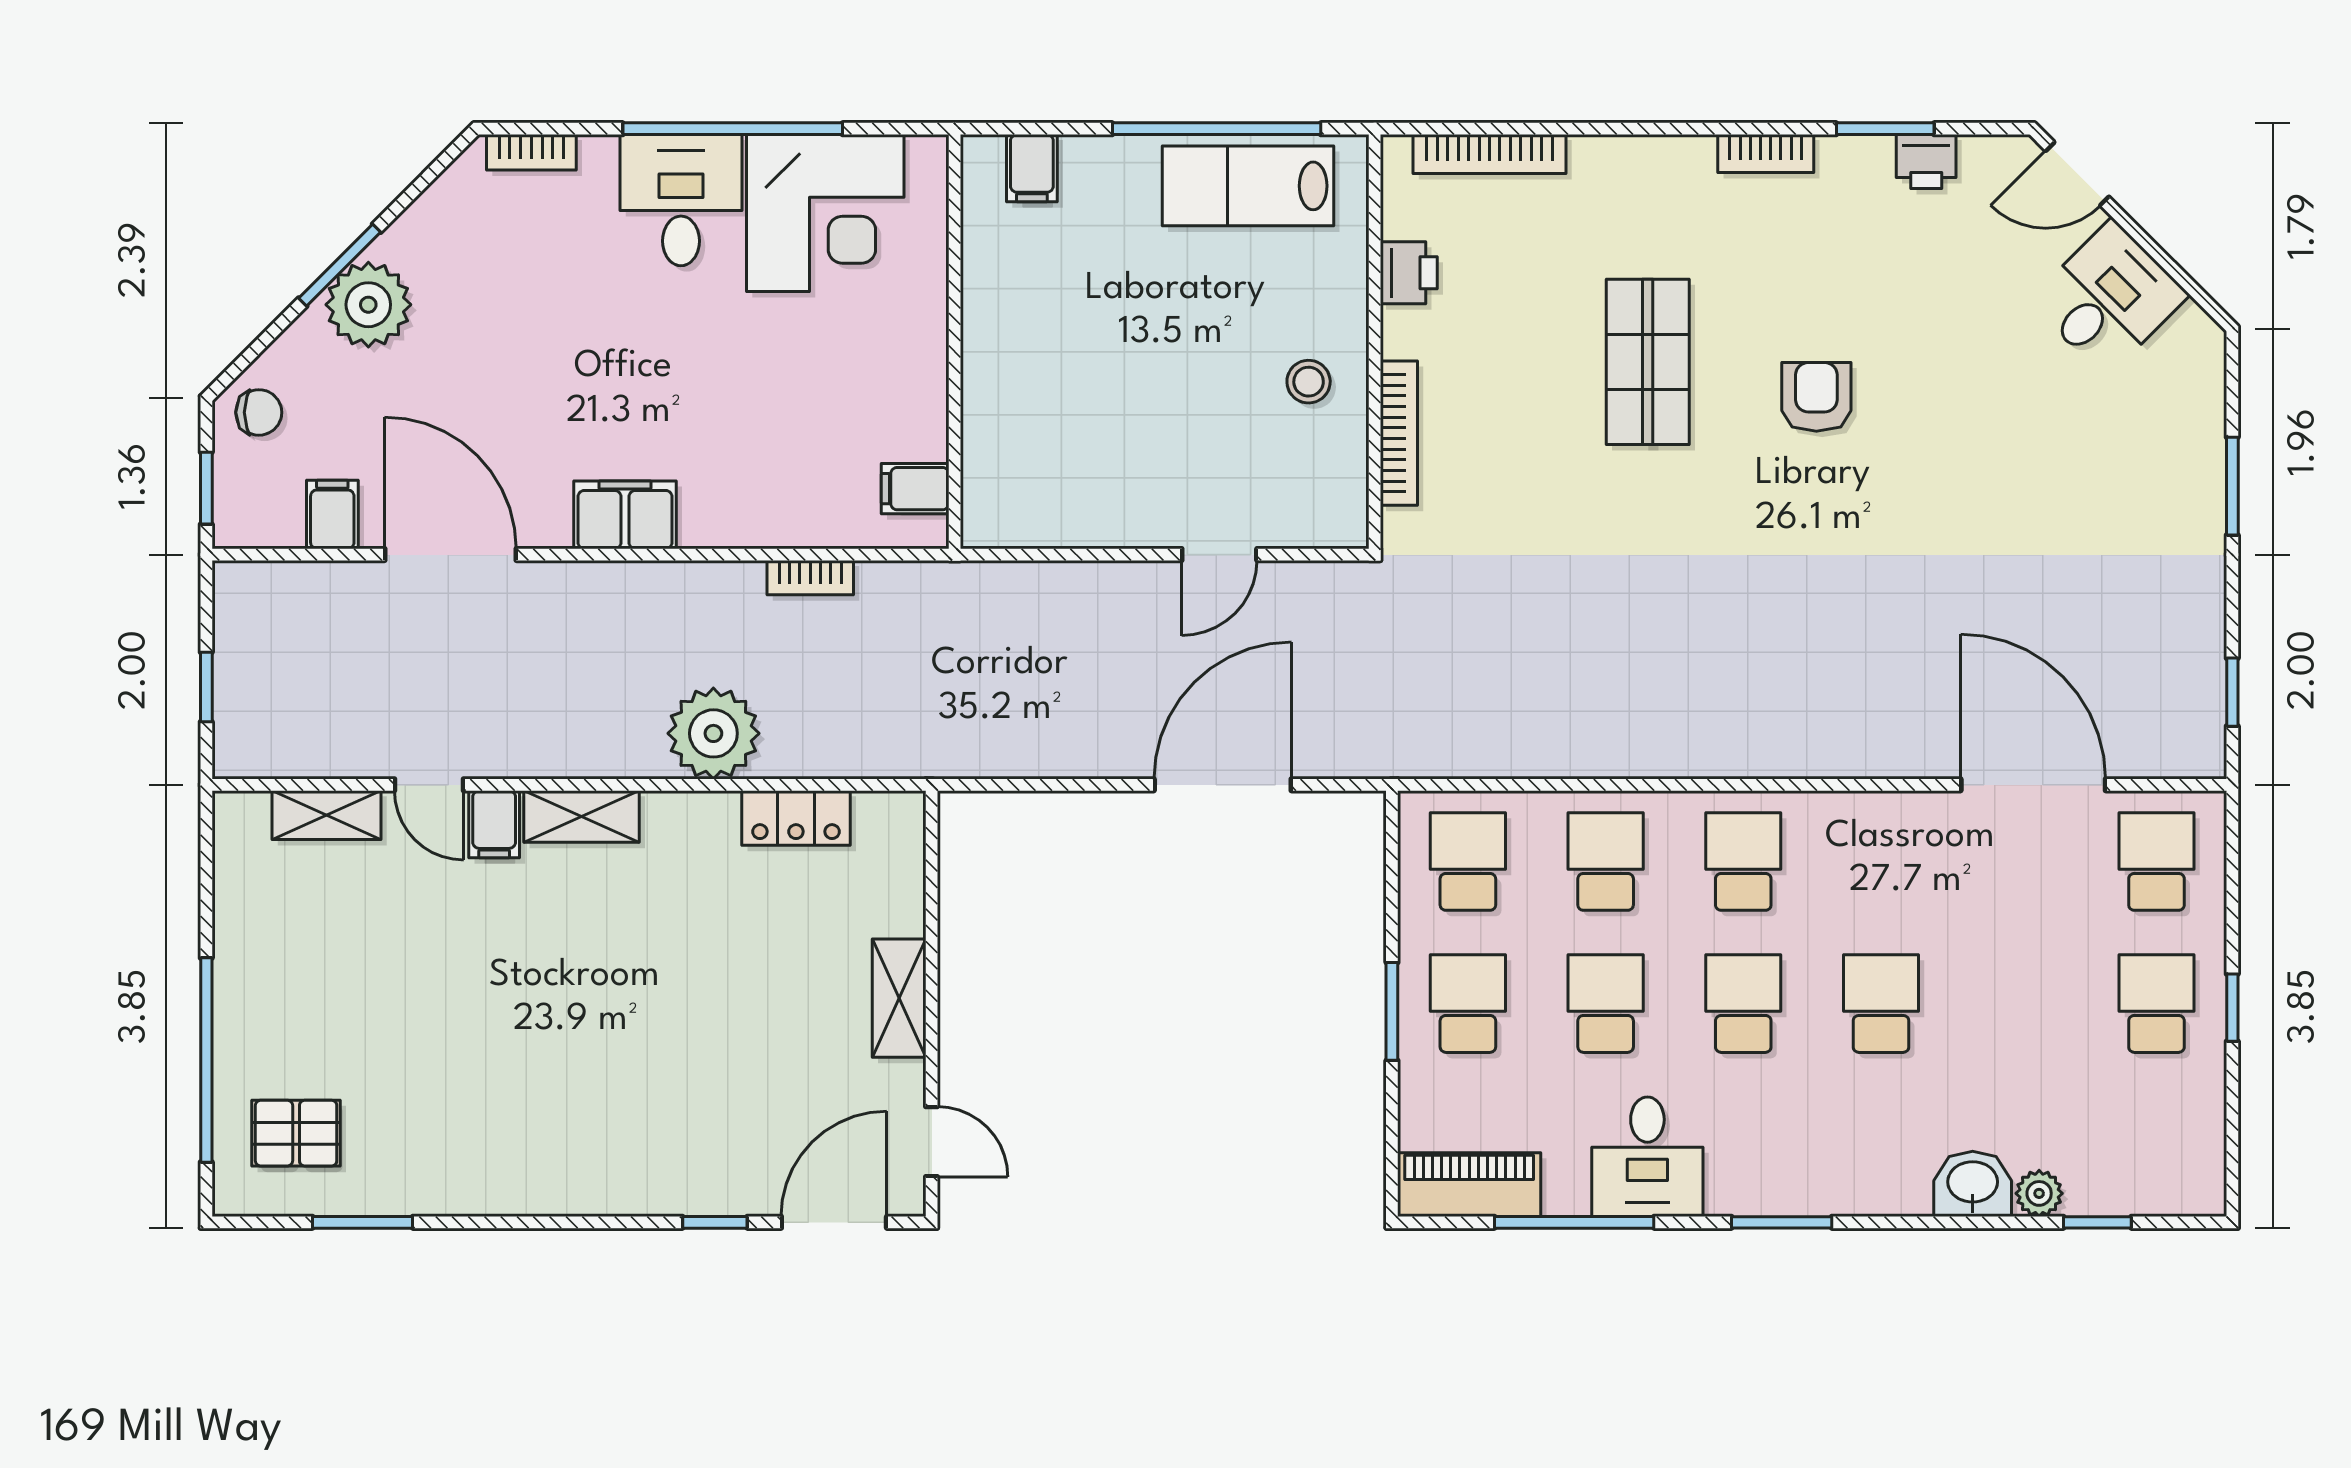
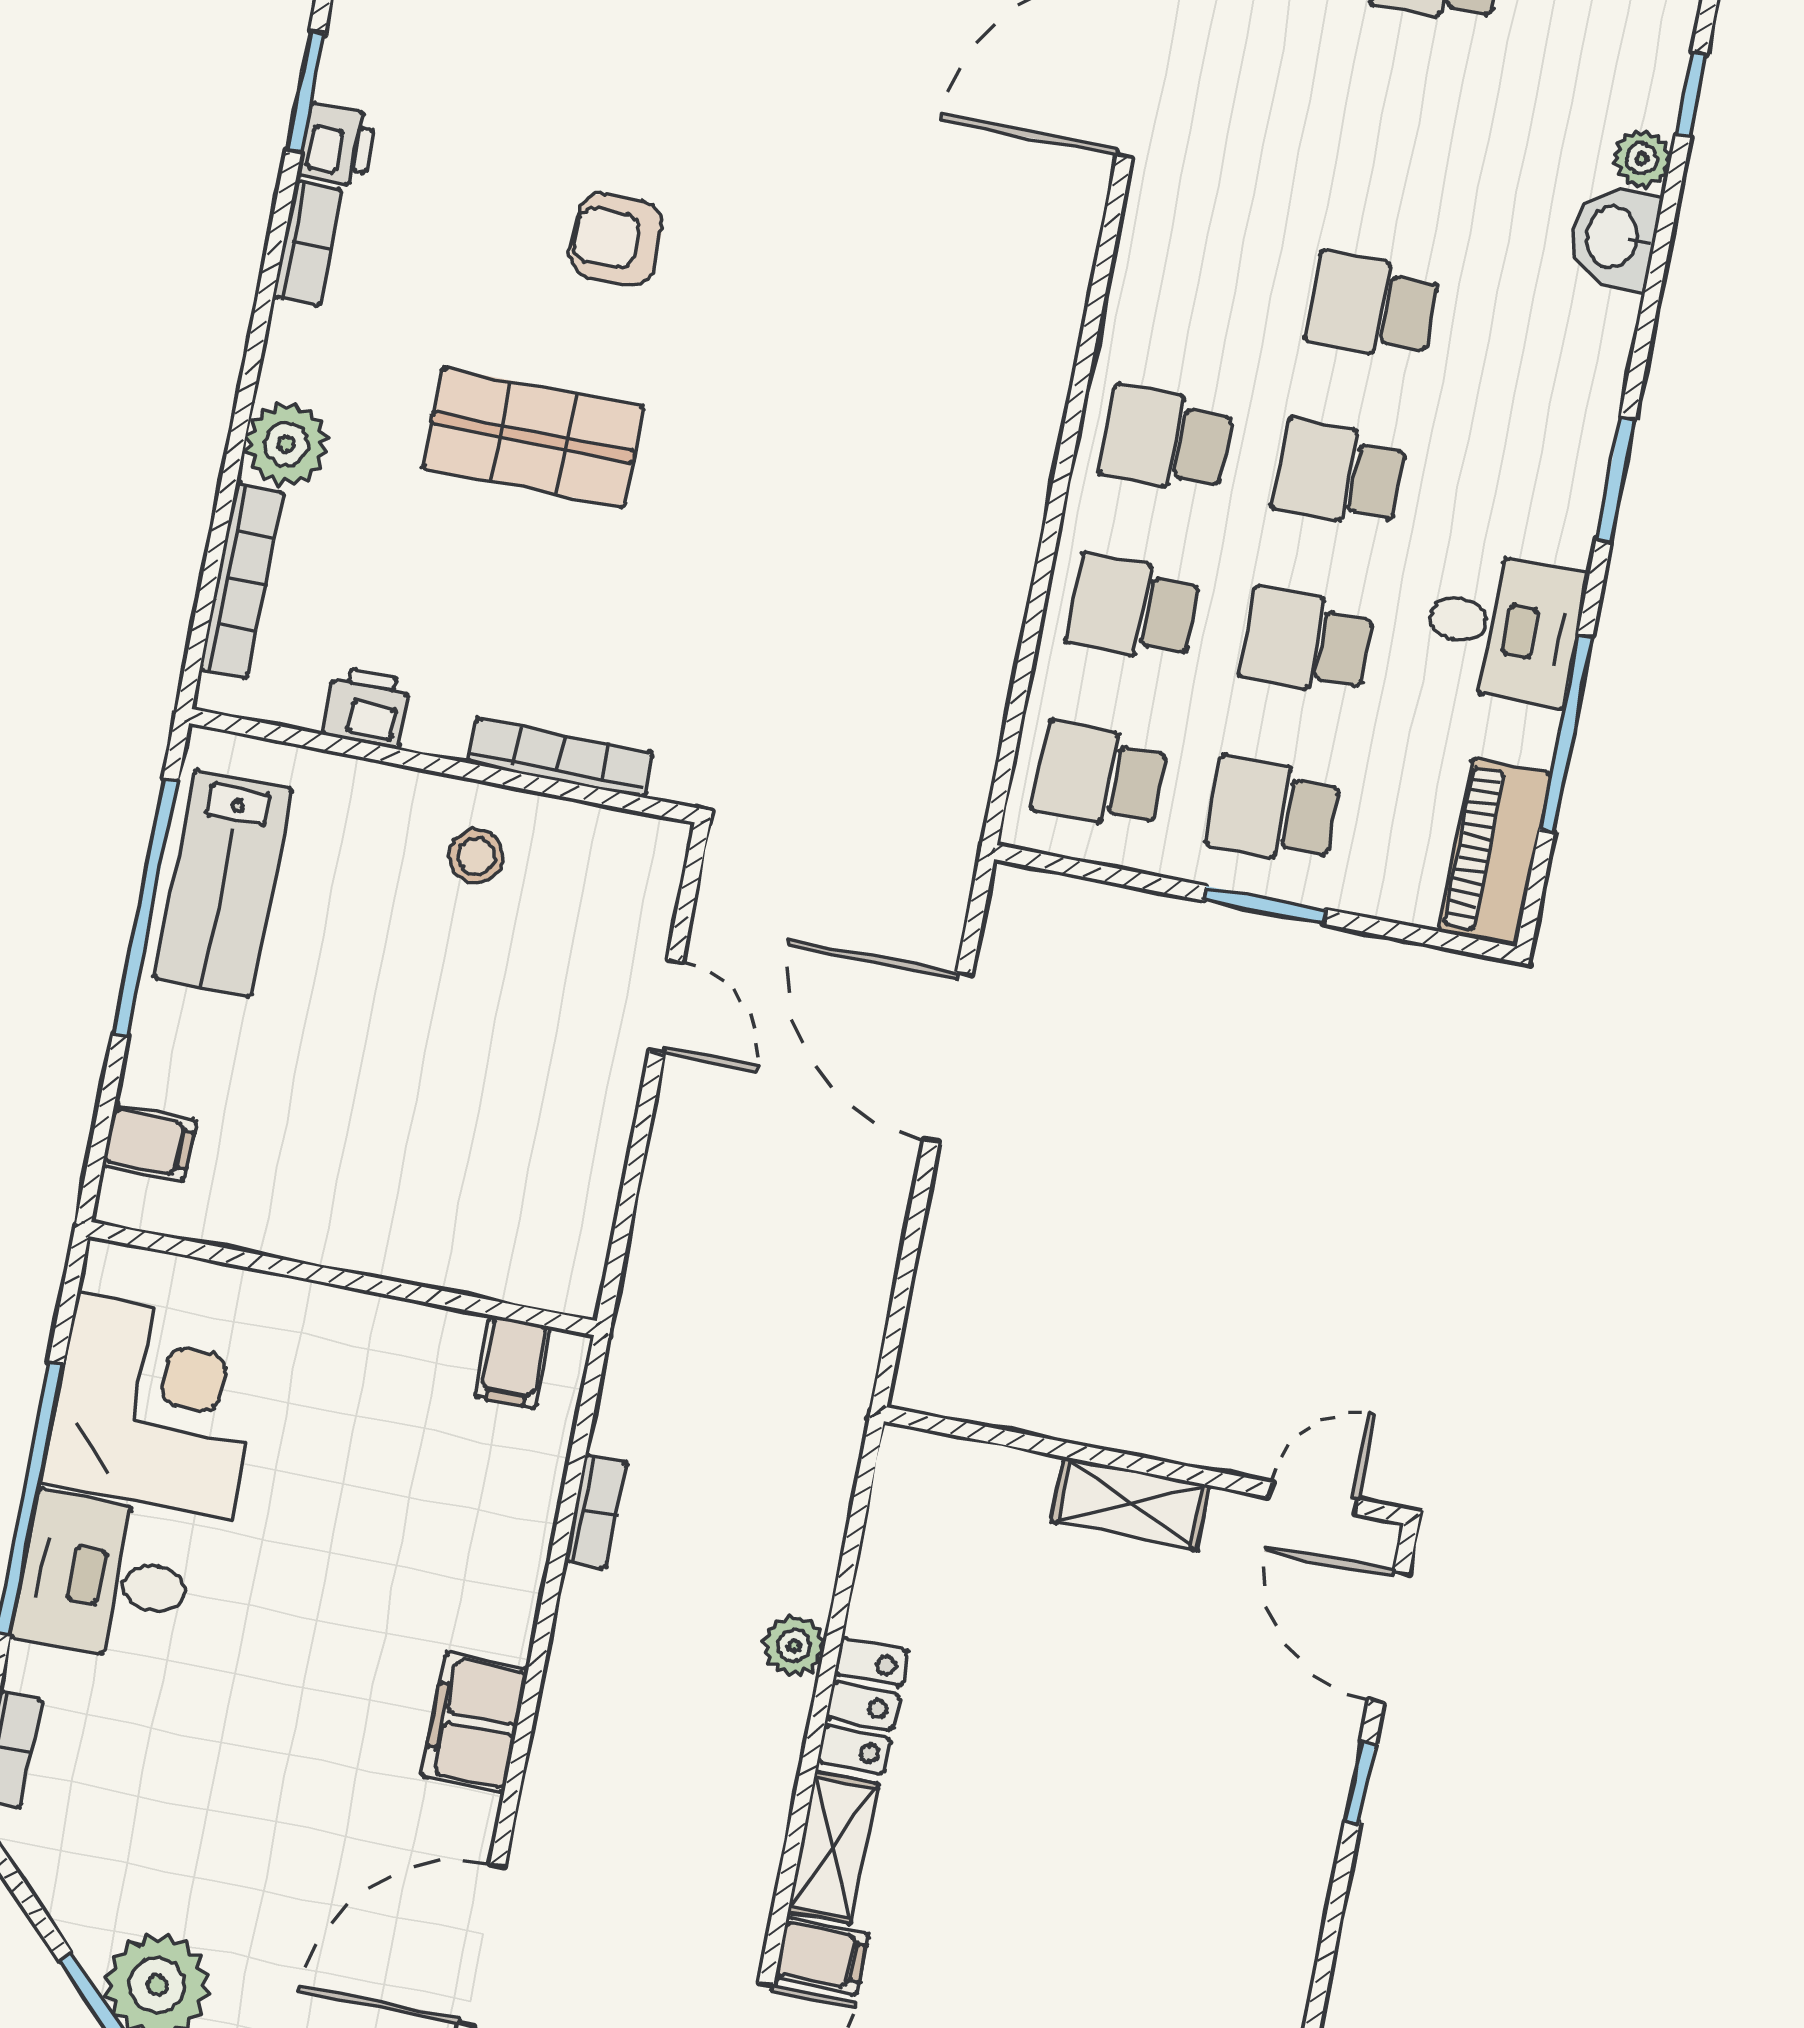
printer: (1926, 161) -> (337, 145), moved
plant: (1604, 168) -> (286, 444), added
plant: (713, 733) -> (794, 1646), width x0.53, depth x0.53
locker: (796, 818) -> (862, 1706), moved

